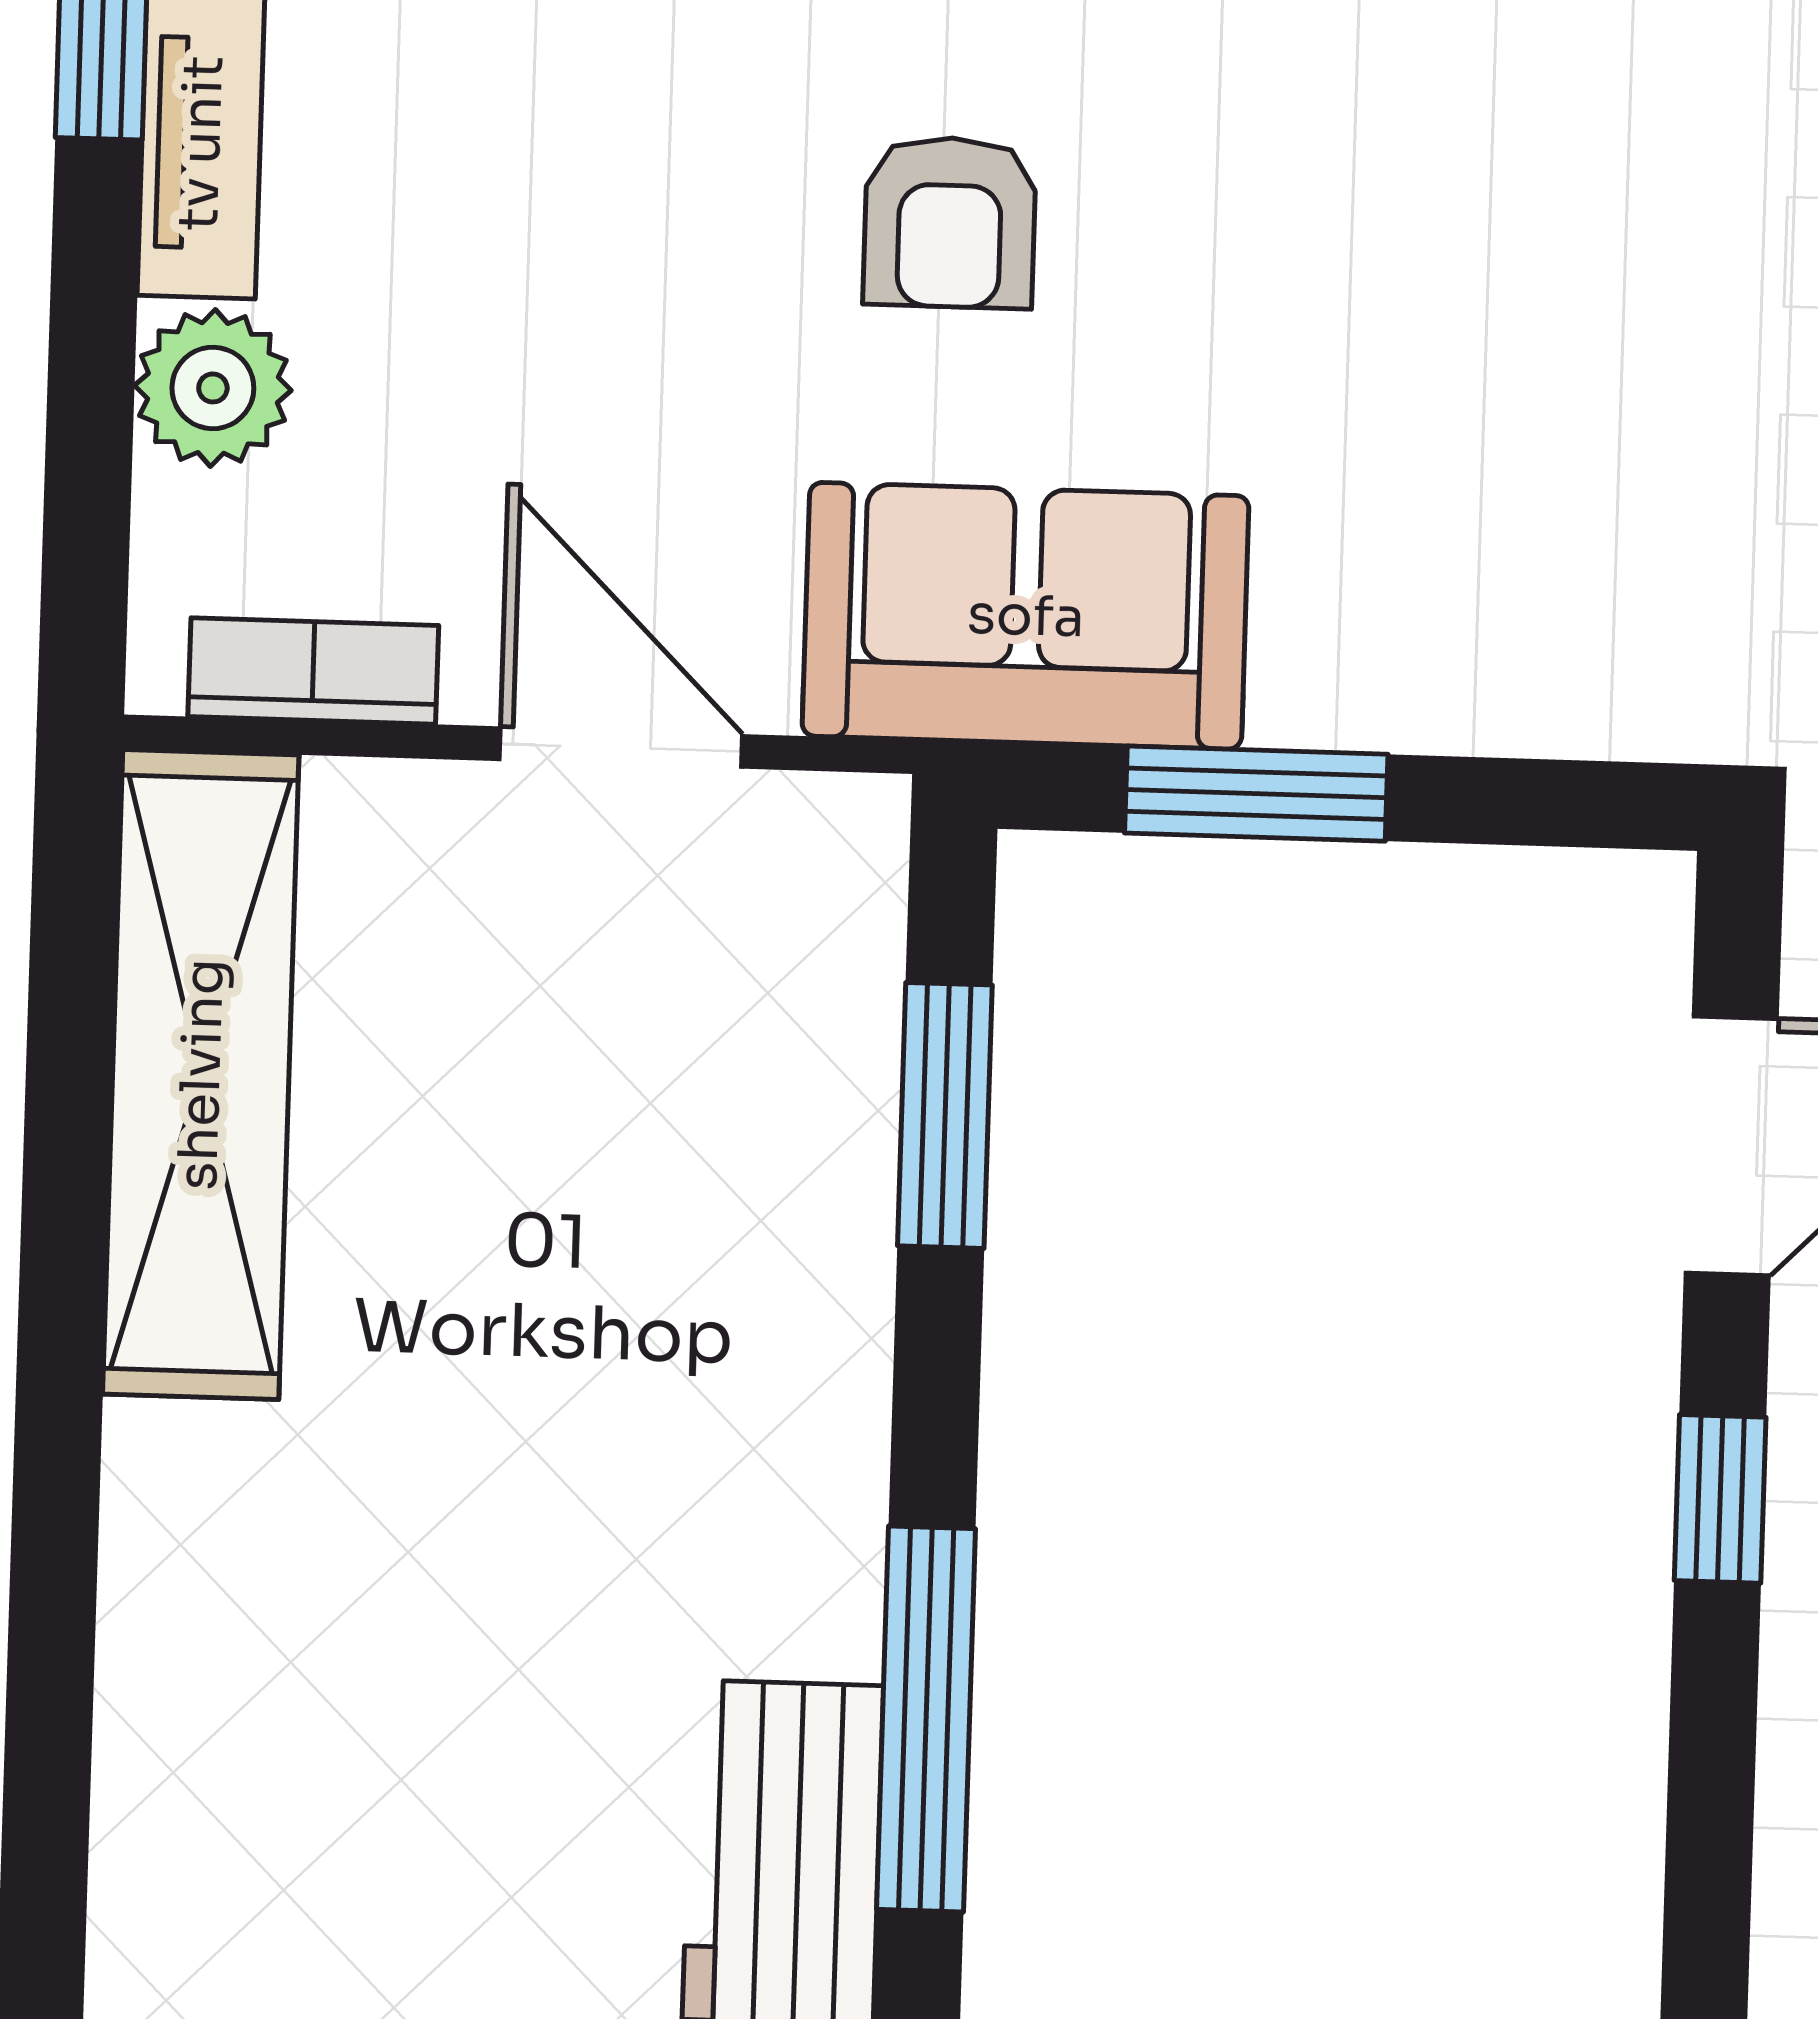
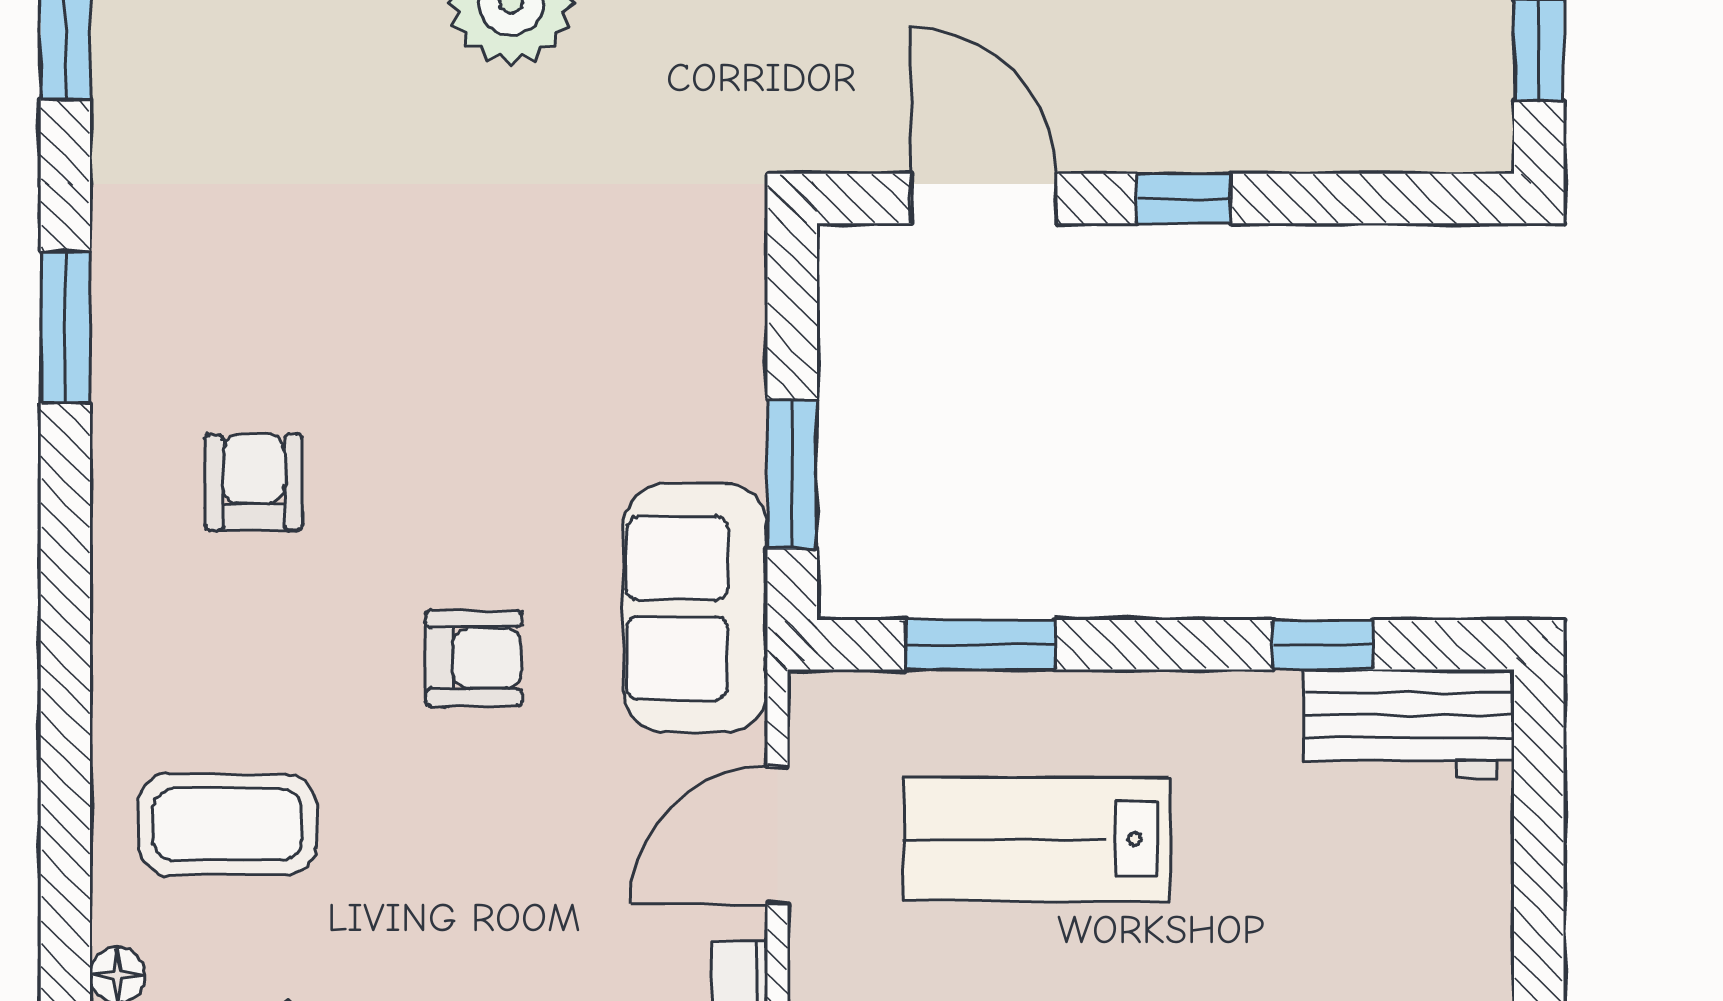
lab bench: (599, 1204) -> (1036, 839), added
window: (926, 1719) -> (1323, 645), width x0.46

